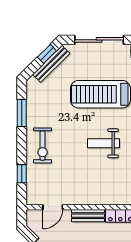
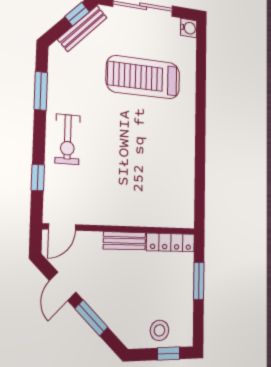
weight bench: (103, 143) -> (146, 143), removed
door: (53, 207) -> (62, 227), moved

